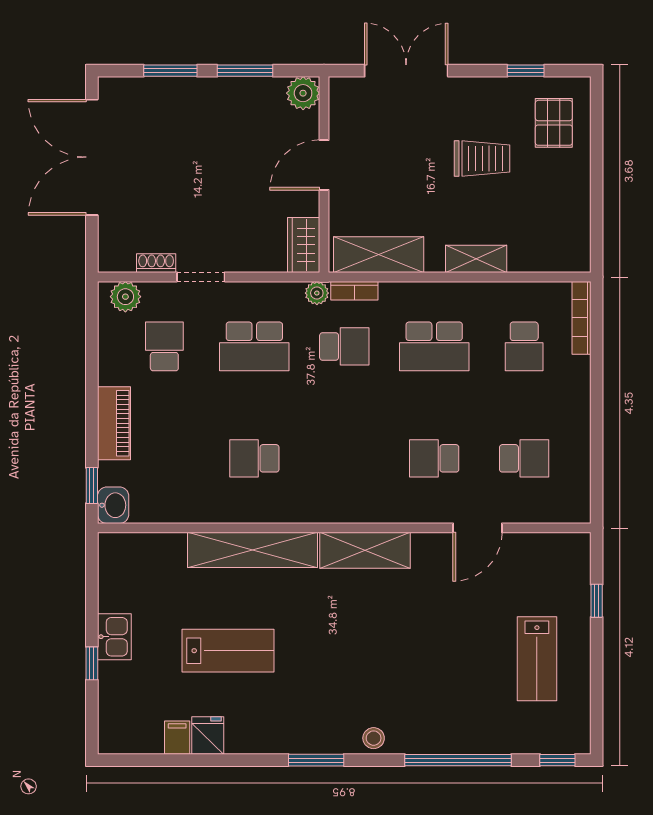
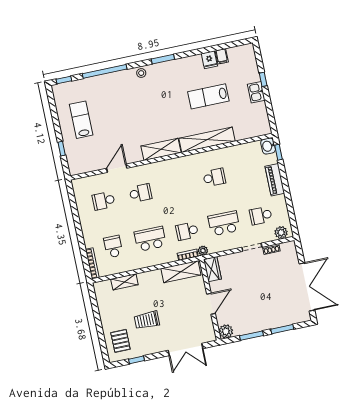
shelving: (476, 259) -> (124, 282), moved
school desk: (164, 346) -> (261, 216), turned 90

